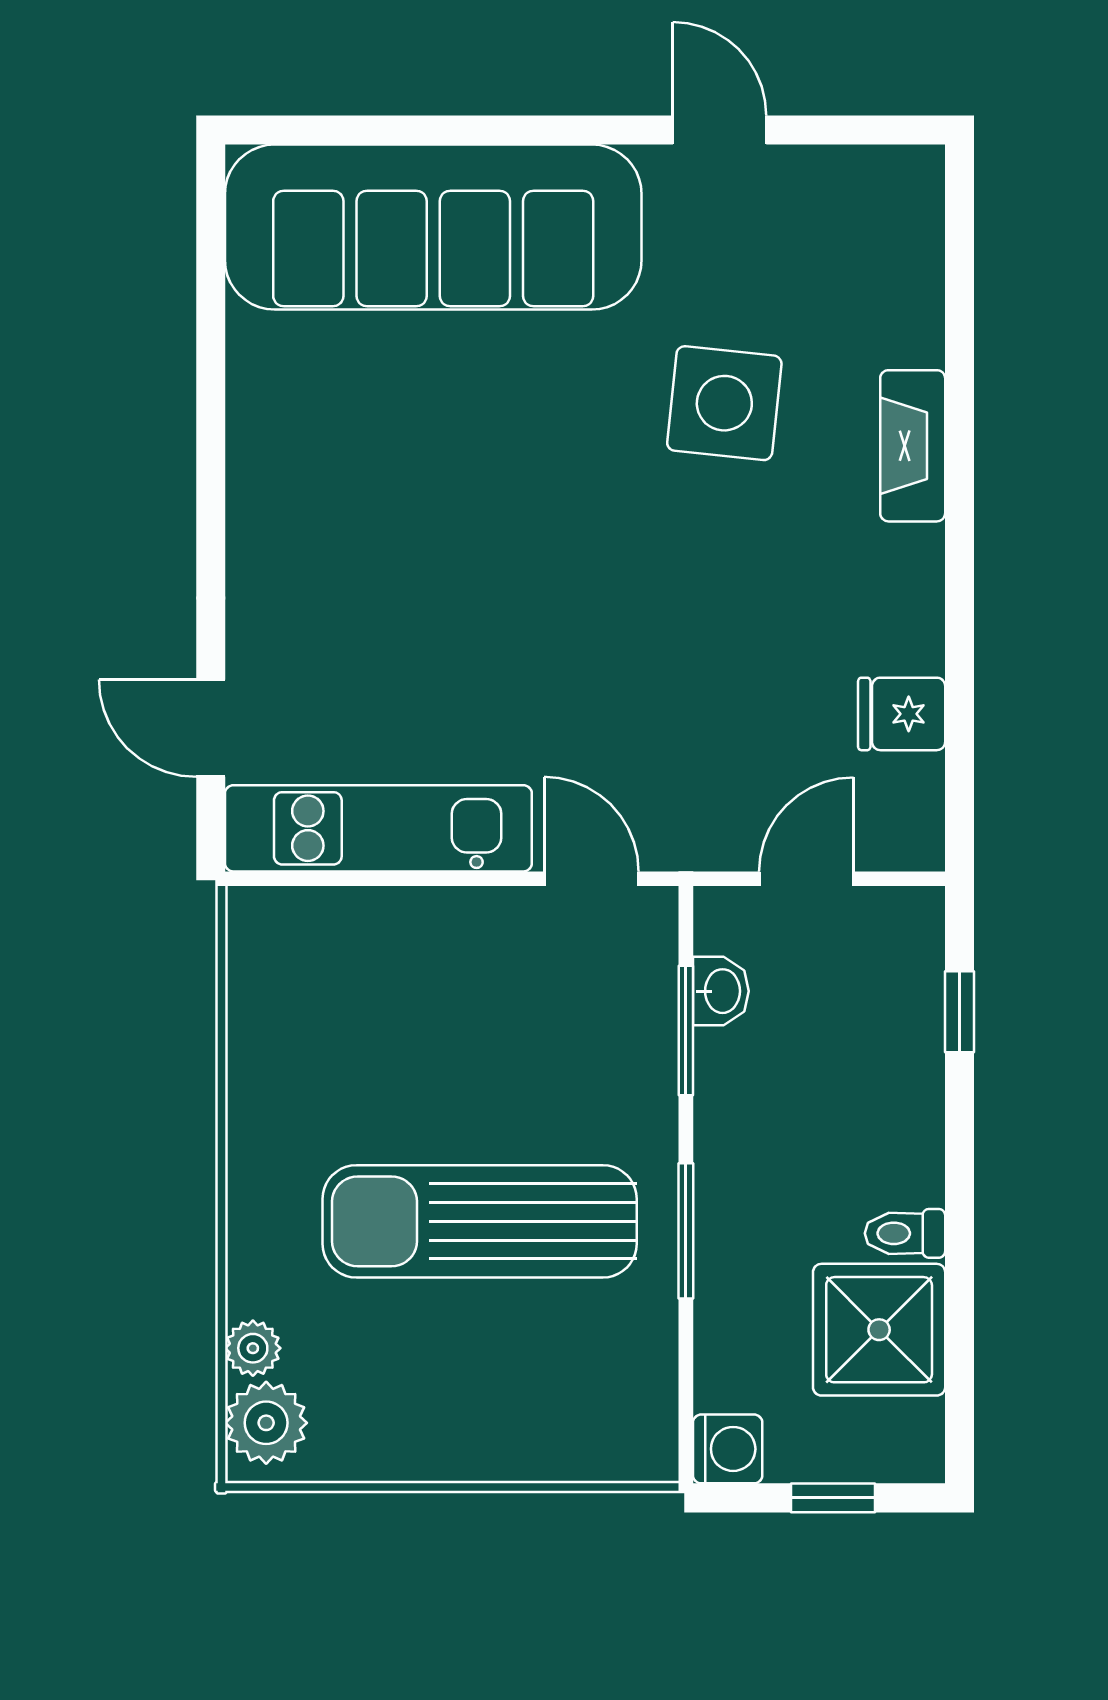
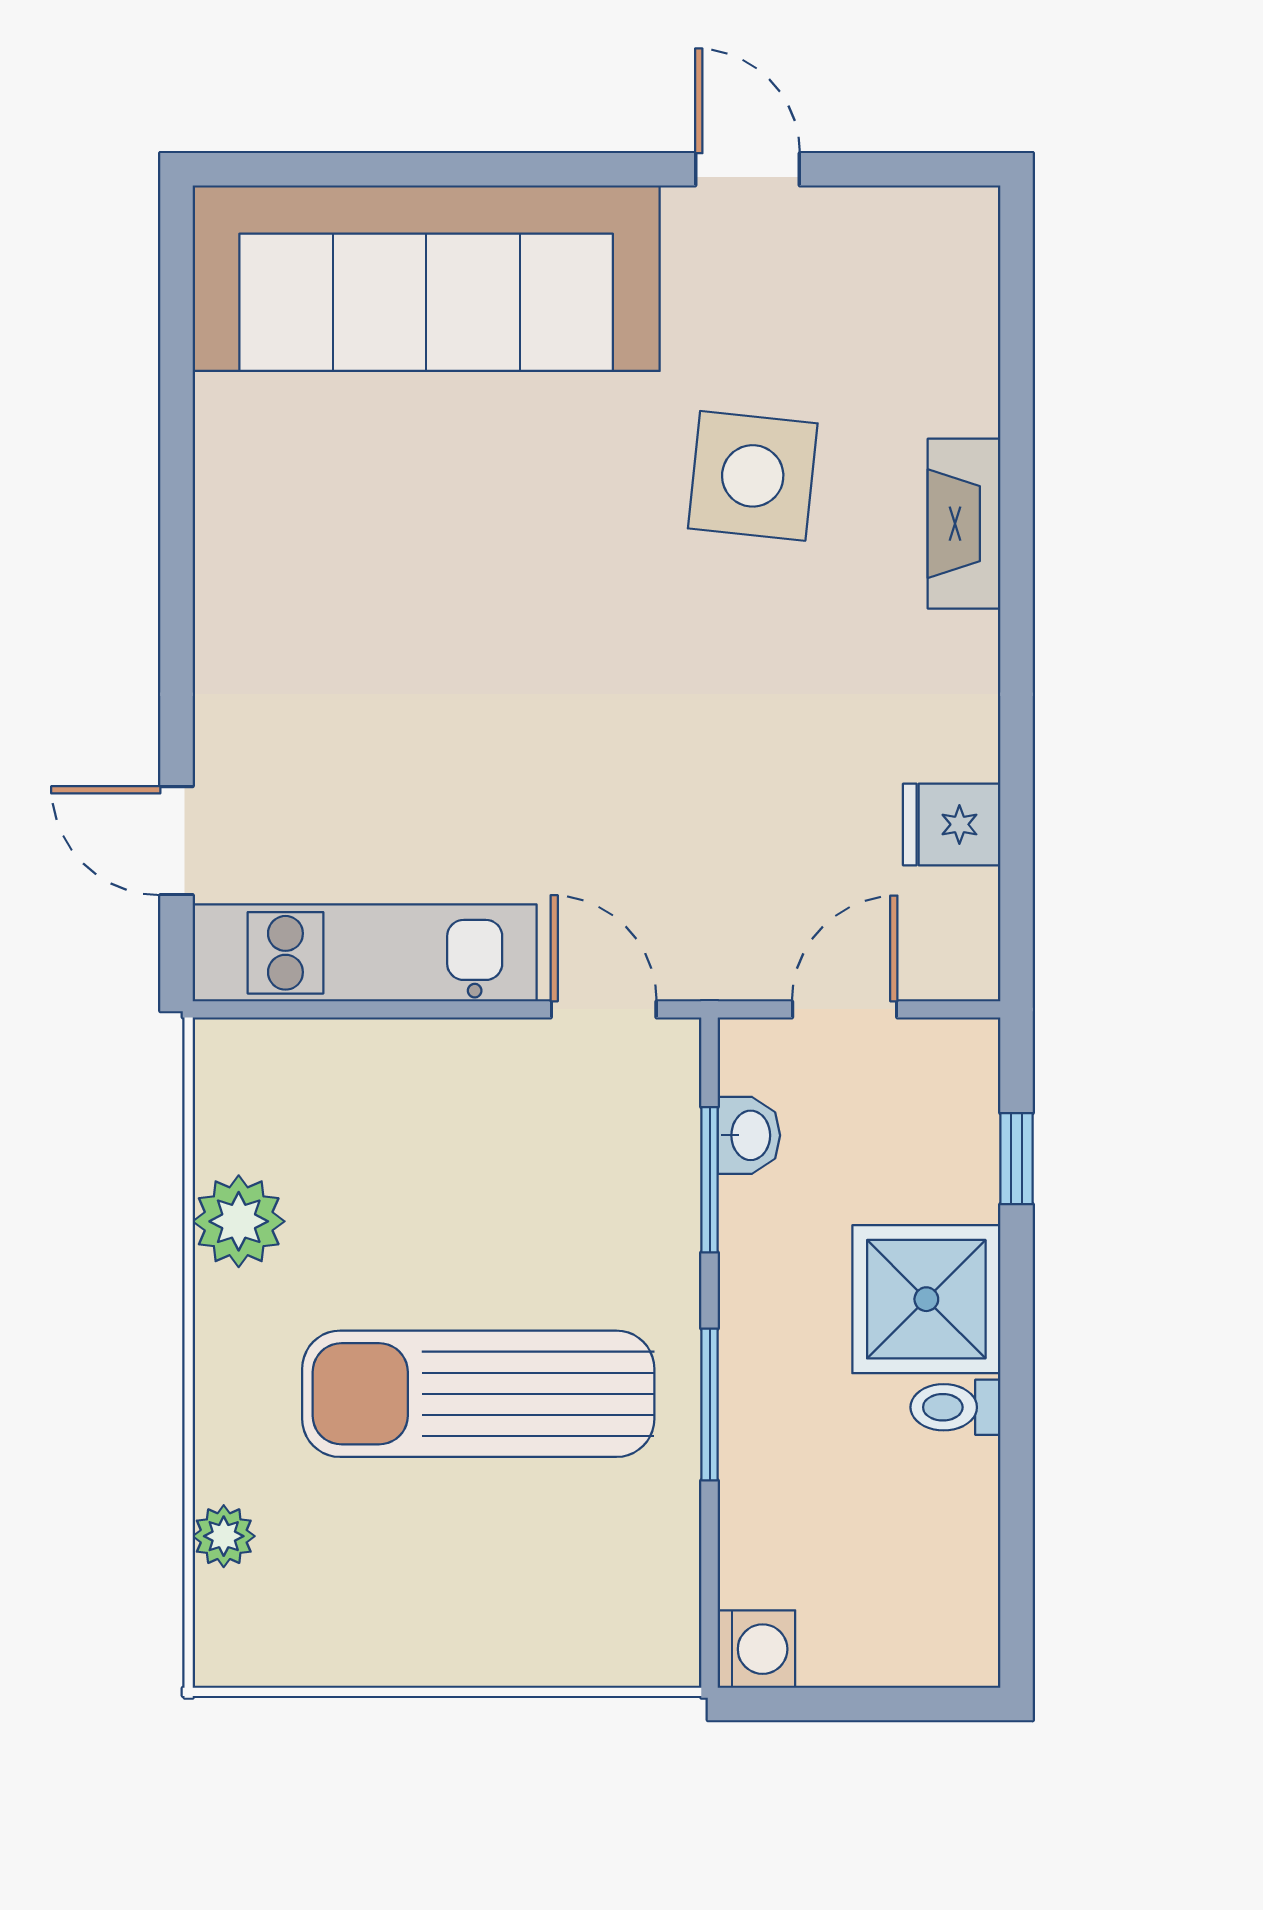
shower: (879, 1330) -> (926, 1299), moved
plant: (266, 1423) -> (239, 1221), moved
window: (833, 1498) -> (875, 1704), removed

